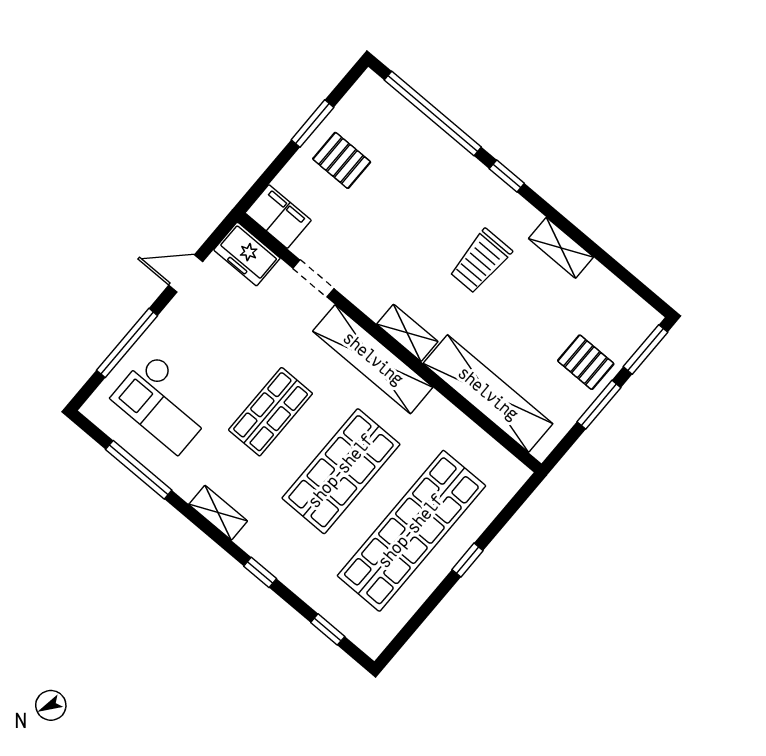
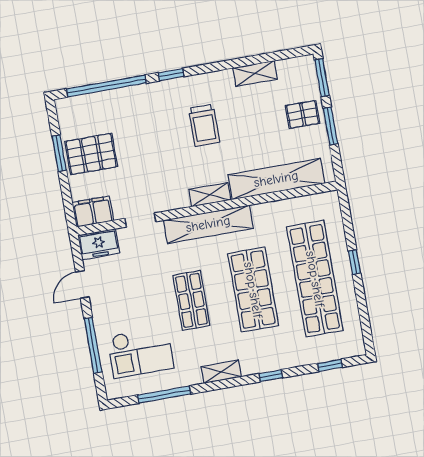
pallet: (342, 160) -> (91, 154), width x1.50, depth x1.42
shelving: (561, 248) -> (255, 74), moved

